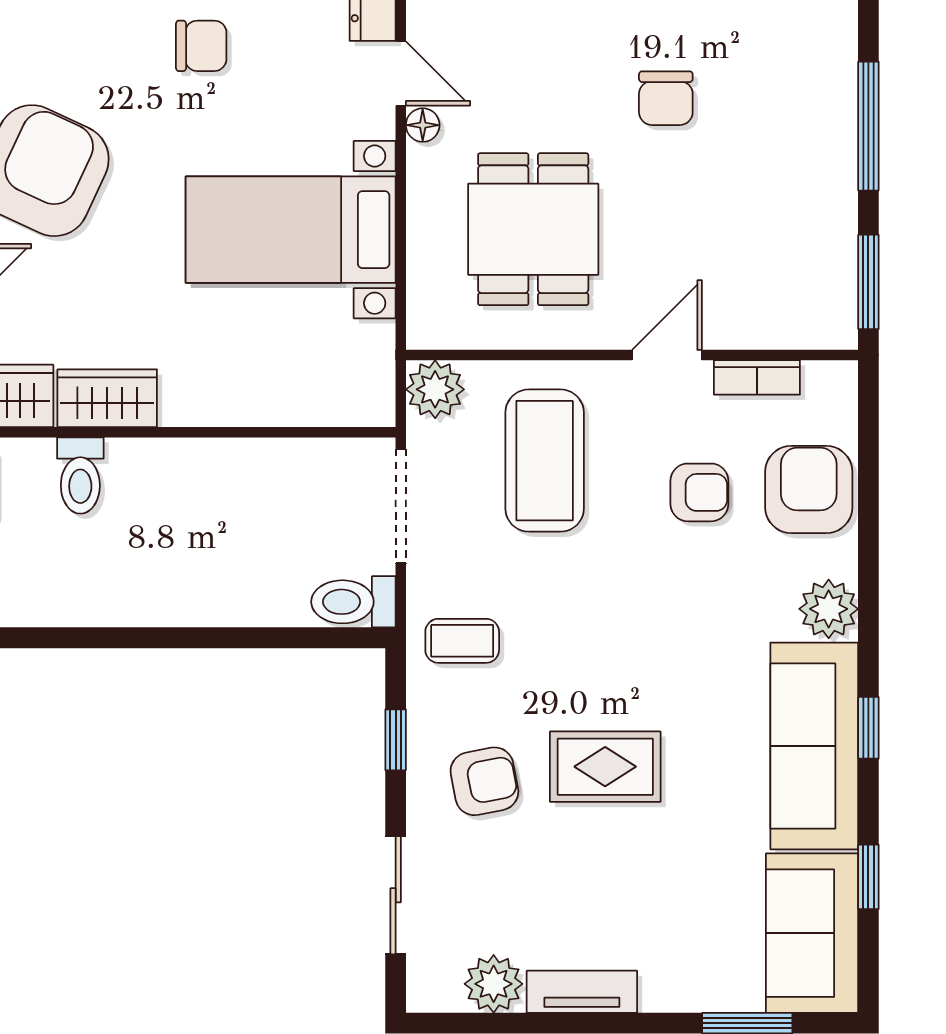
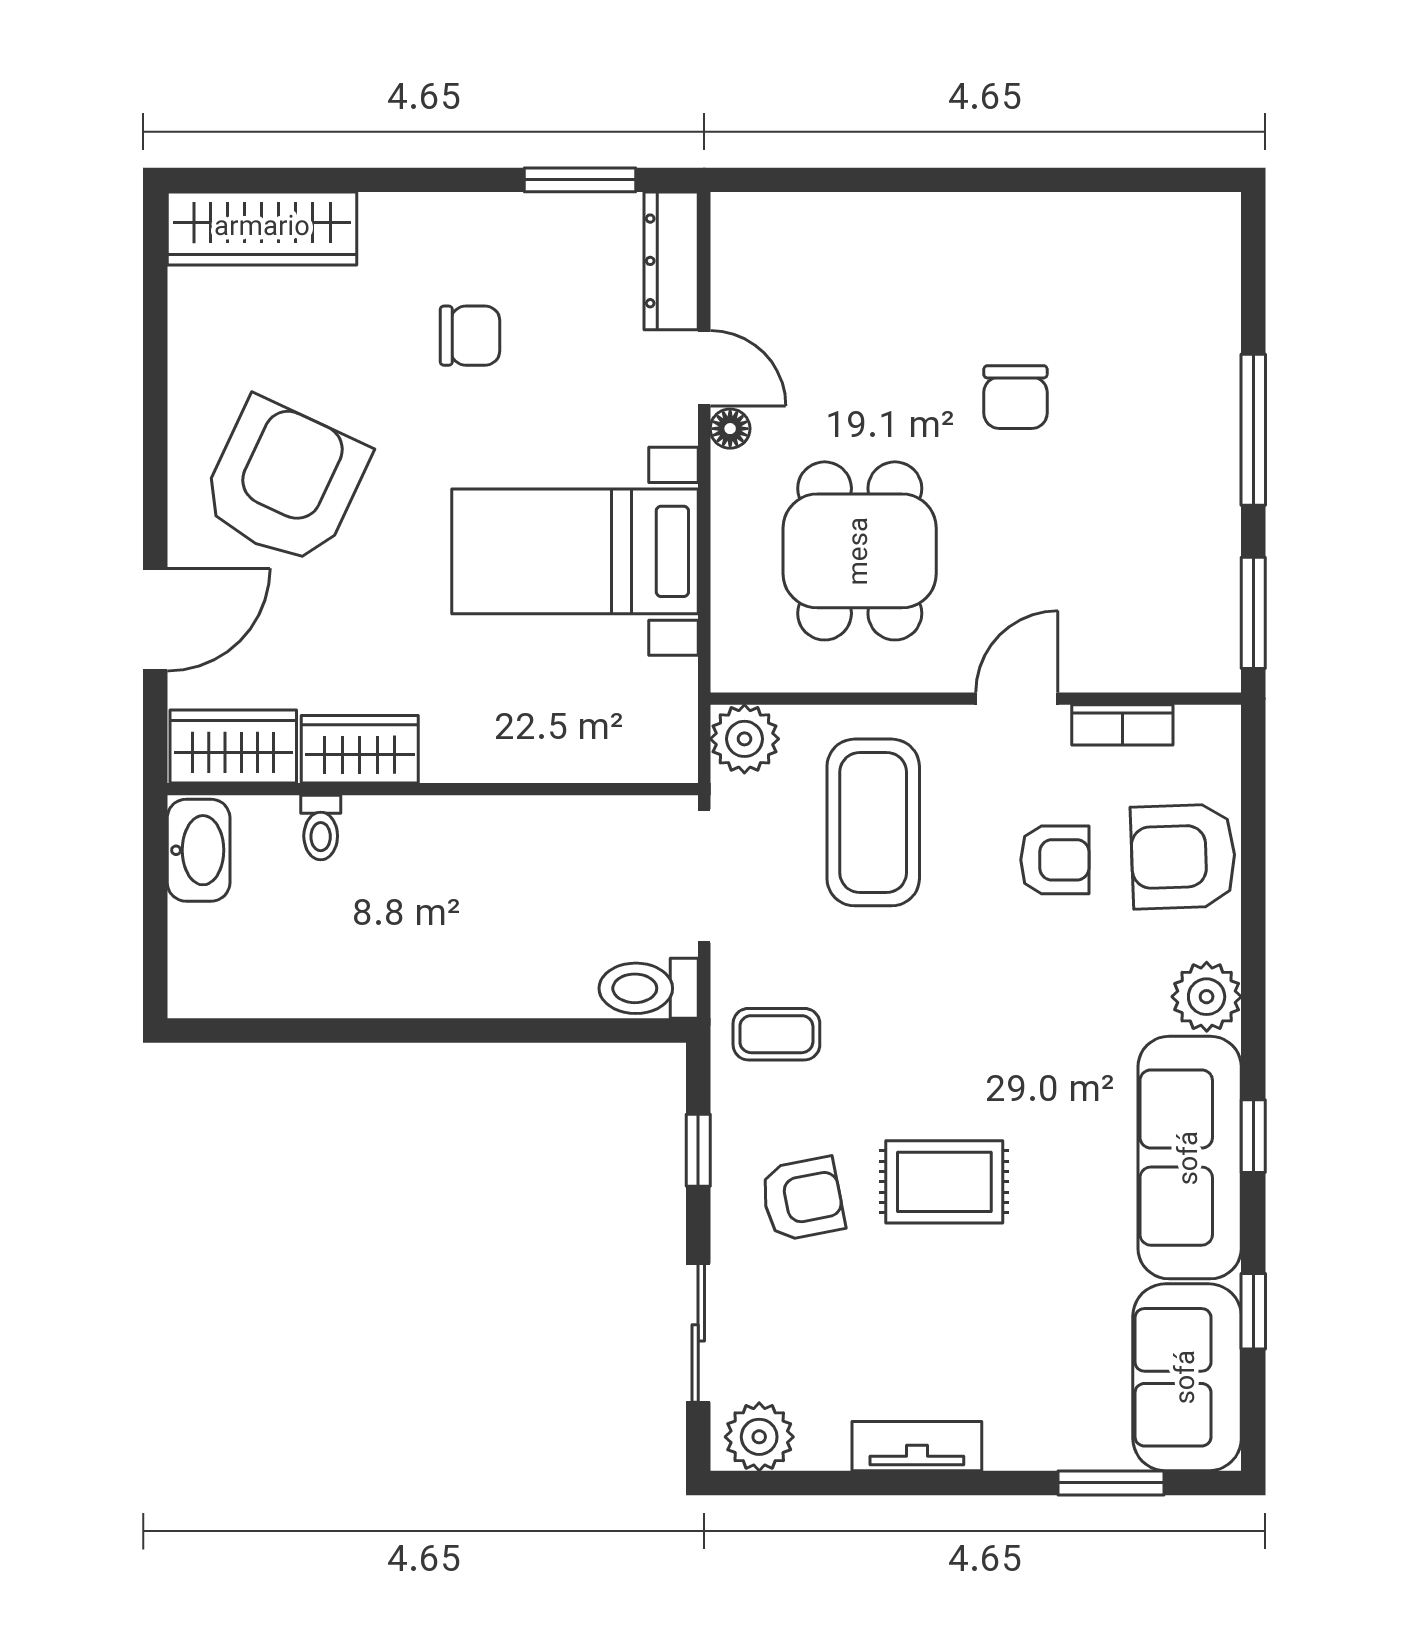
toilet: (80, 476) -> (321, 828), width x0.73, depth x0.72
armchair: (809, 489) -> (1183, 856), turned -92
plant: (494, 984) -> (759, 1437), moved

